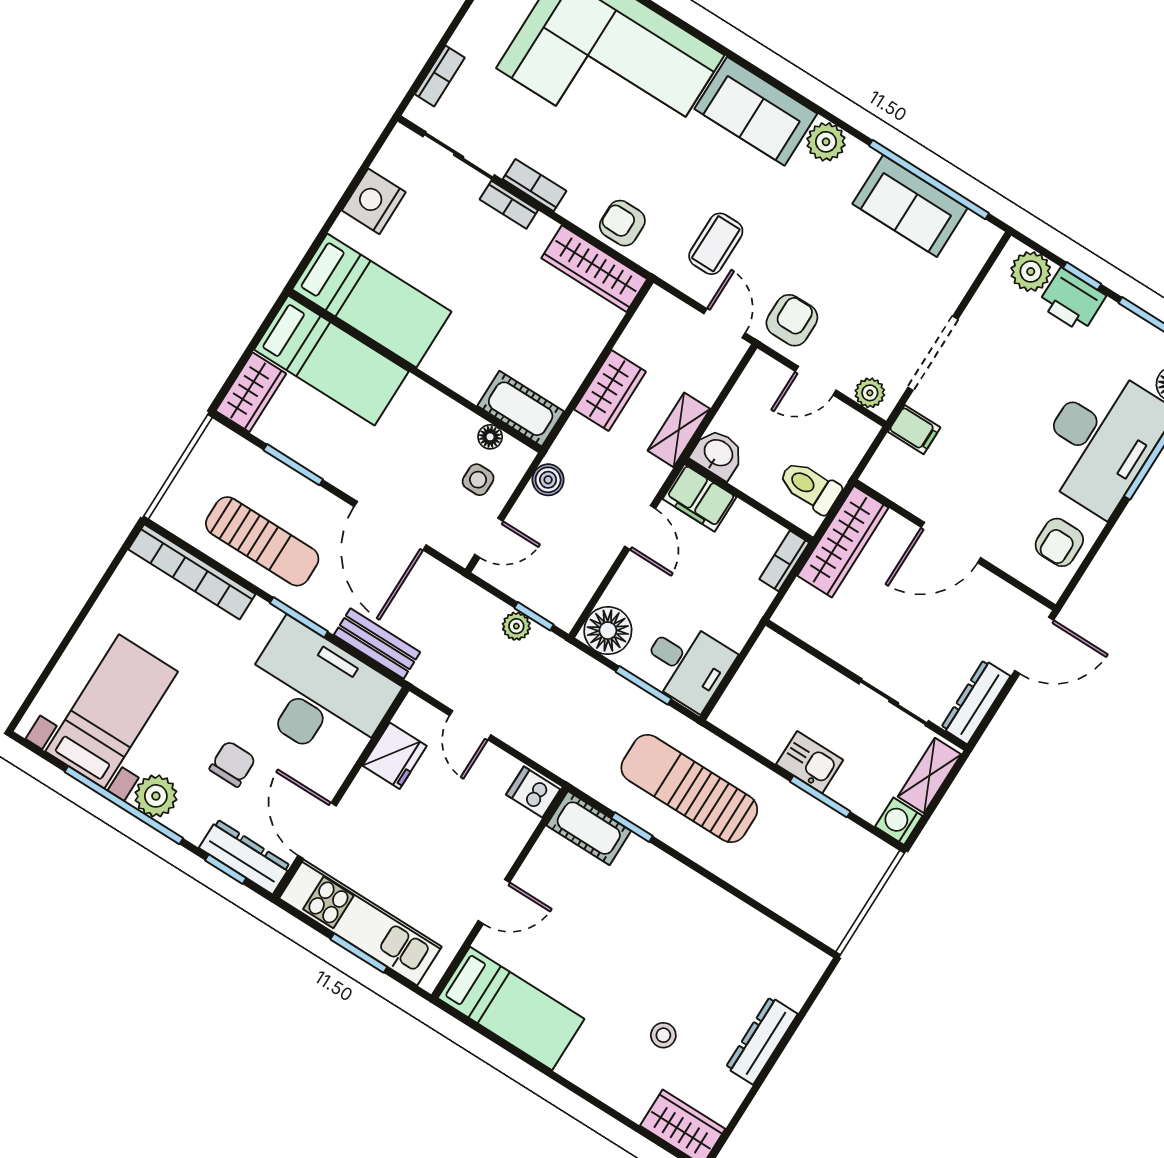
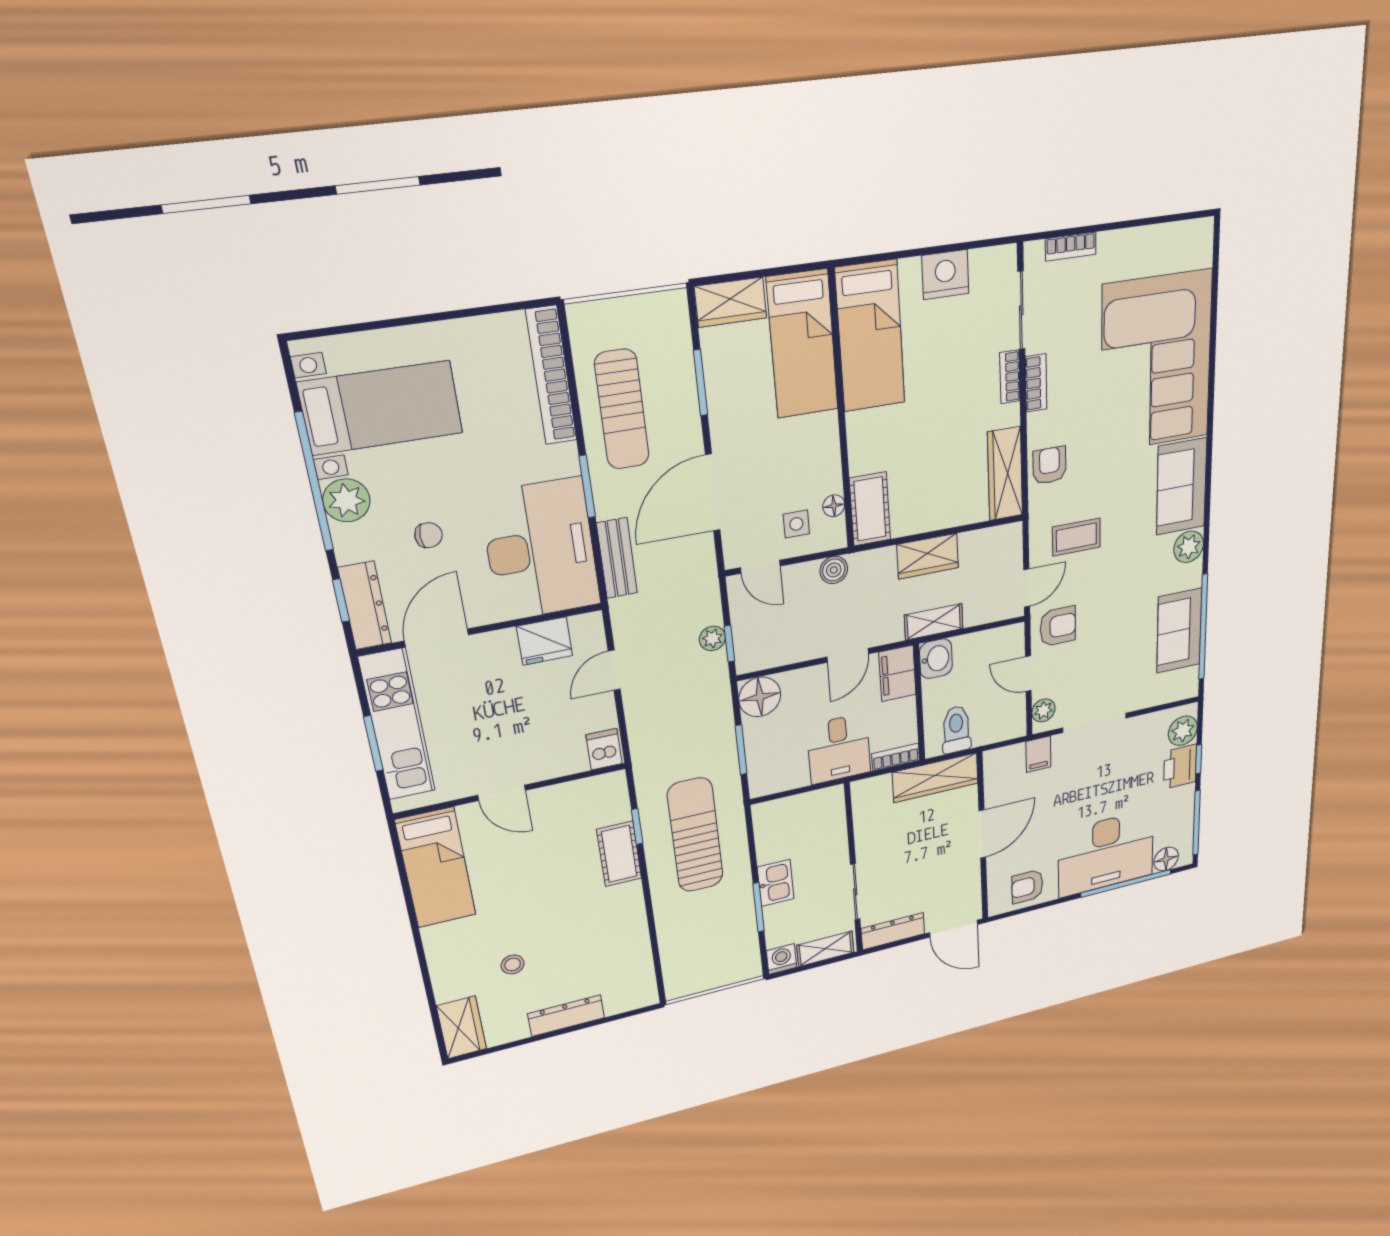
door: (951, 543) -> (982, 834), swing flipped
desk: (687, 664) -> (839, 749), moved
chair: (232, 764) -> (429, 535), width x0.73, depth x0.73
cot: (589, 828) -> (619, 854), moved

